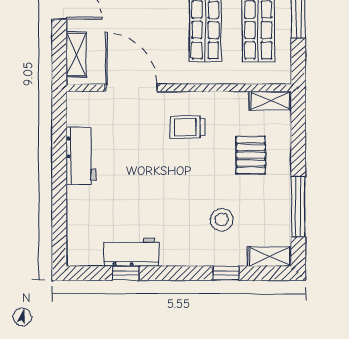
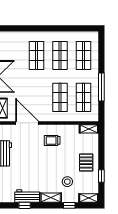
pallet: (251, 155) -> (86, 162), moved
window: (298, 207) -> (101, 176), width x0.46
shelving: (184, 256) -> (51, 198), added

